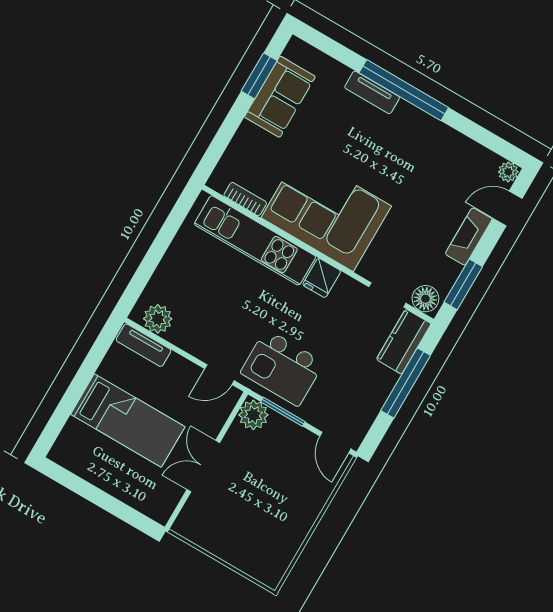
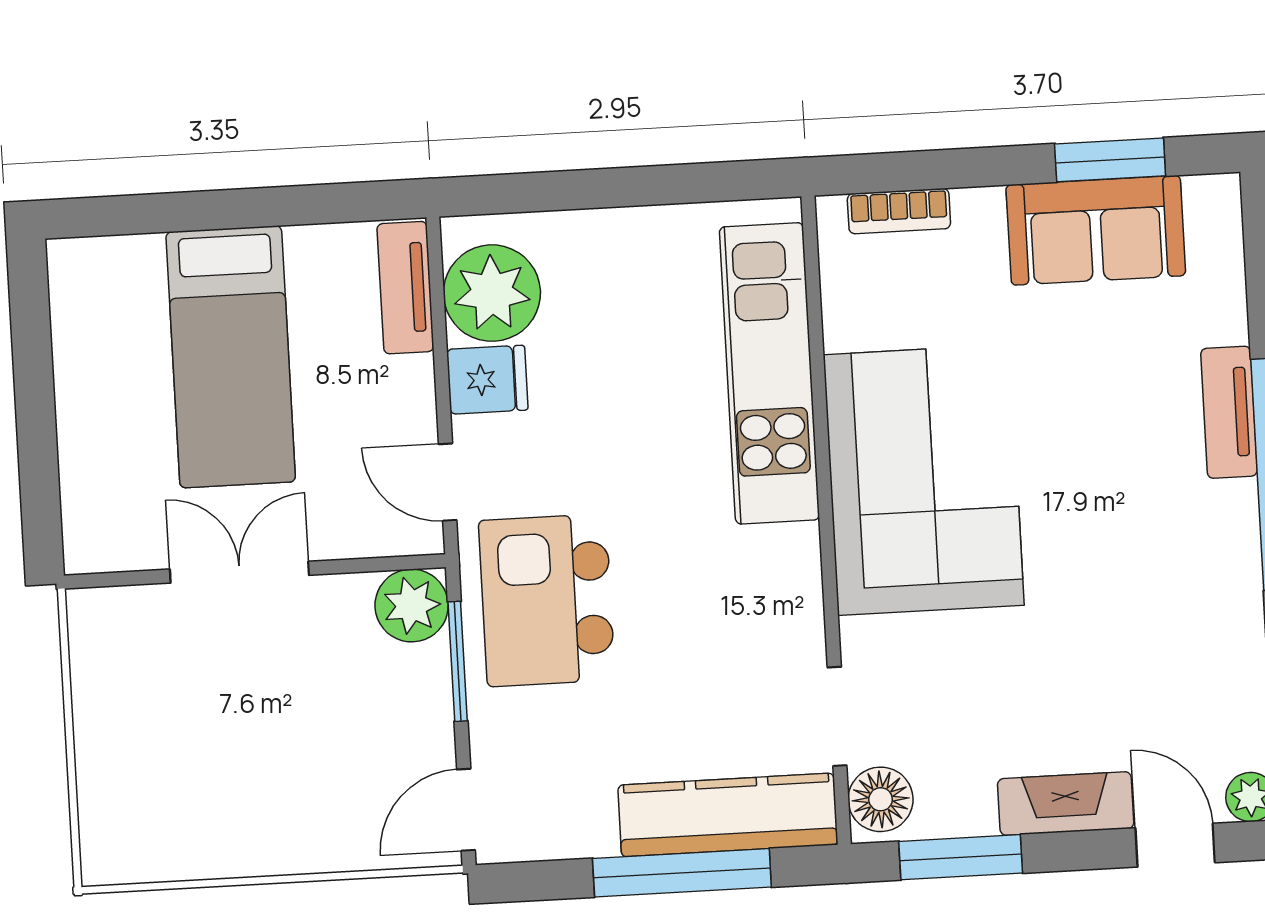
bookcase: (245, 199) -> (899, 211), moved, turned 90
fridge: (322, 278) -> (487, 380), moved, turned 180
plant: (158, 319) -> (492, 293), width x1.36, depth x1.36
kitchen counter: (404, 342) -> (728, 815), width x1.50

